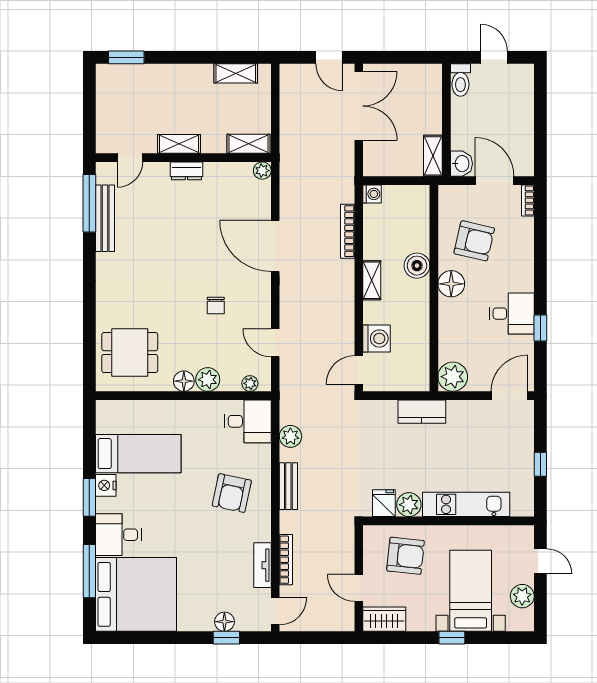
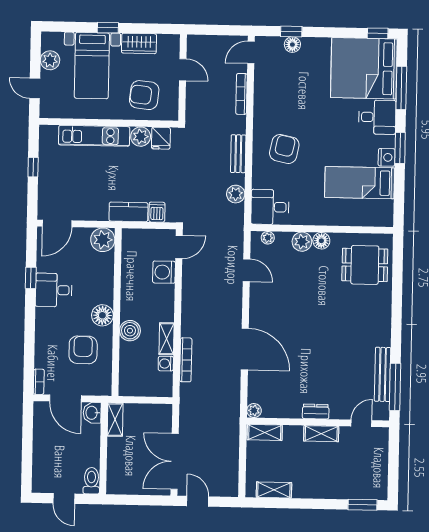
washing machine: (372, 194) -> (166, 364), moved
armchair: (474, 241) -> (83, 350), turned 77
shelving: (372, 280) -> (167, 339), moved
chair: (216, 305) -> (294, 302), removed
dishwasher: (387, 412) -> (157, 212), added
tv unit: (262, 565) -> (261, 90), removed
wardrobe: (384, 619) -> (139, 43), moved
window: (120, 638) -> (378, 33), added

